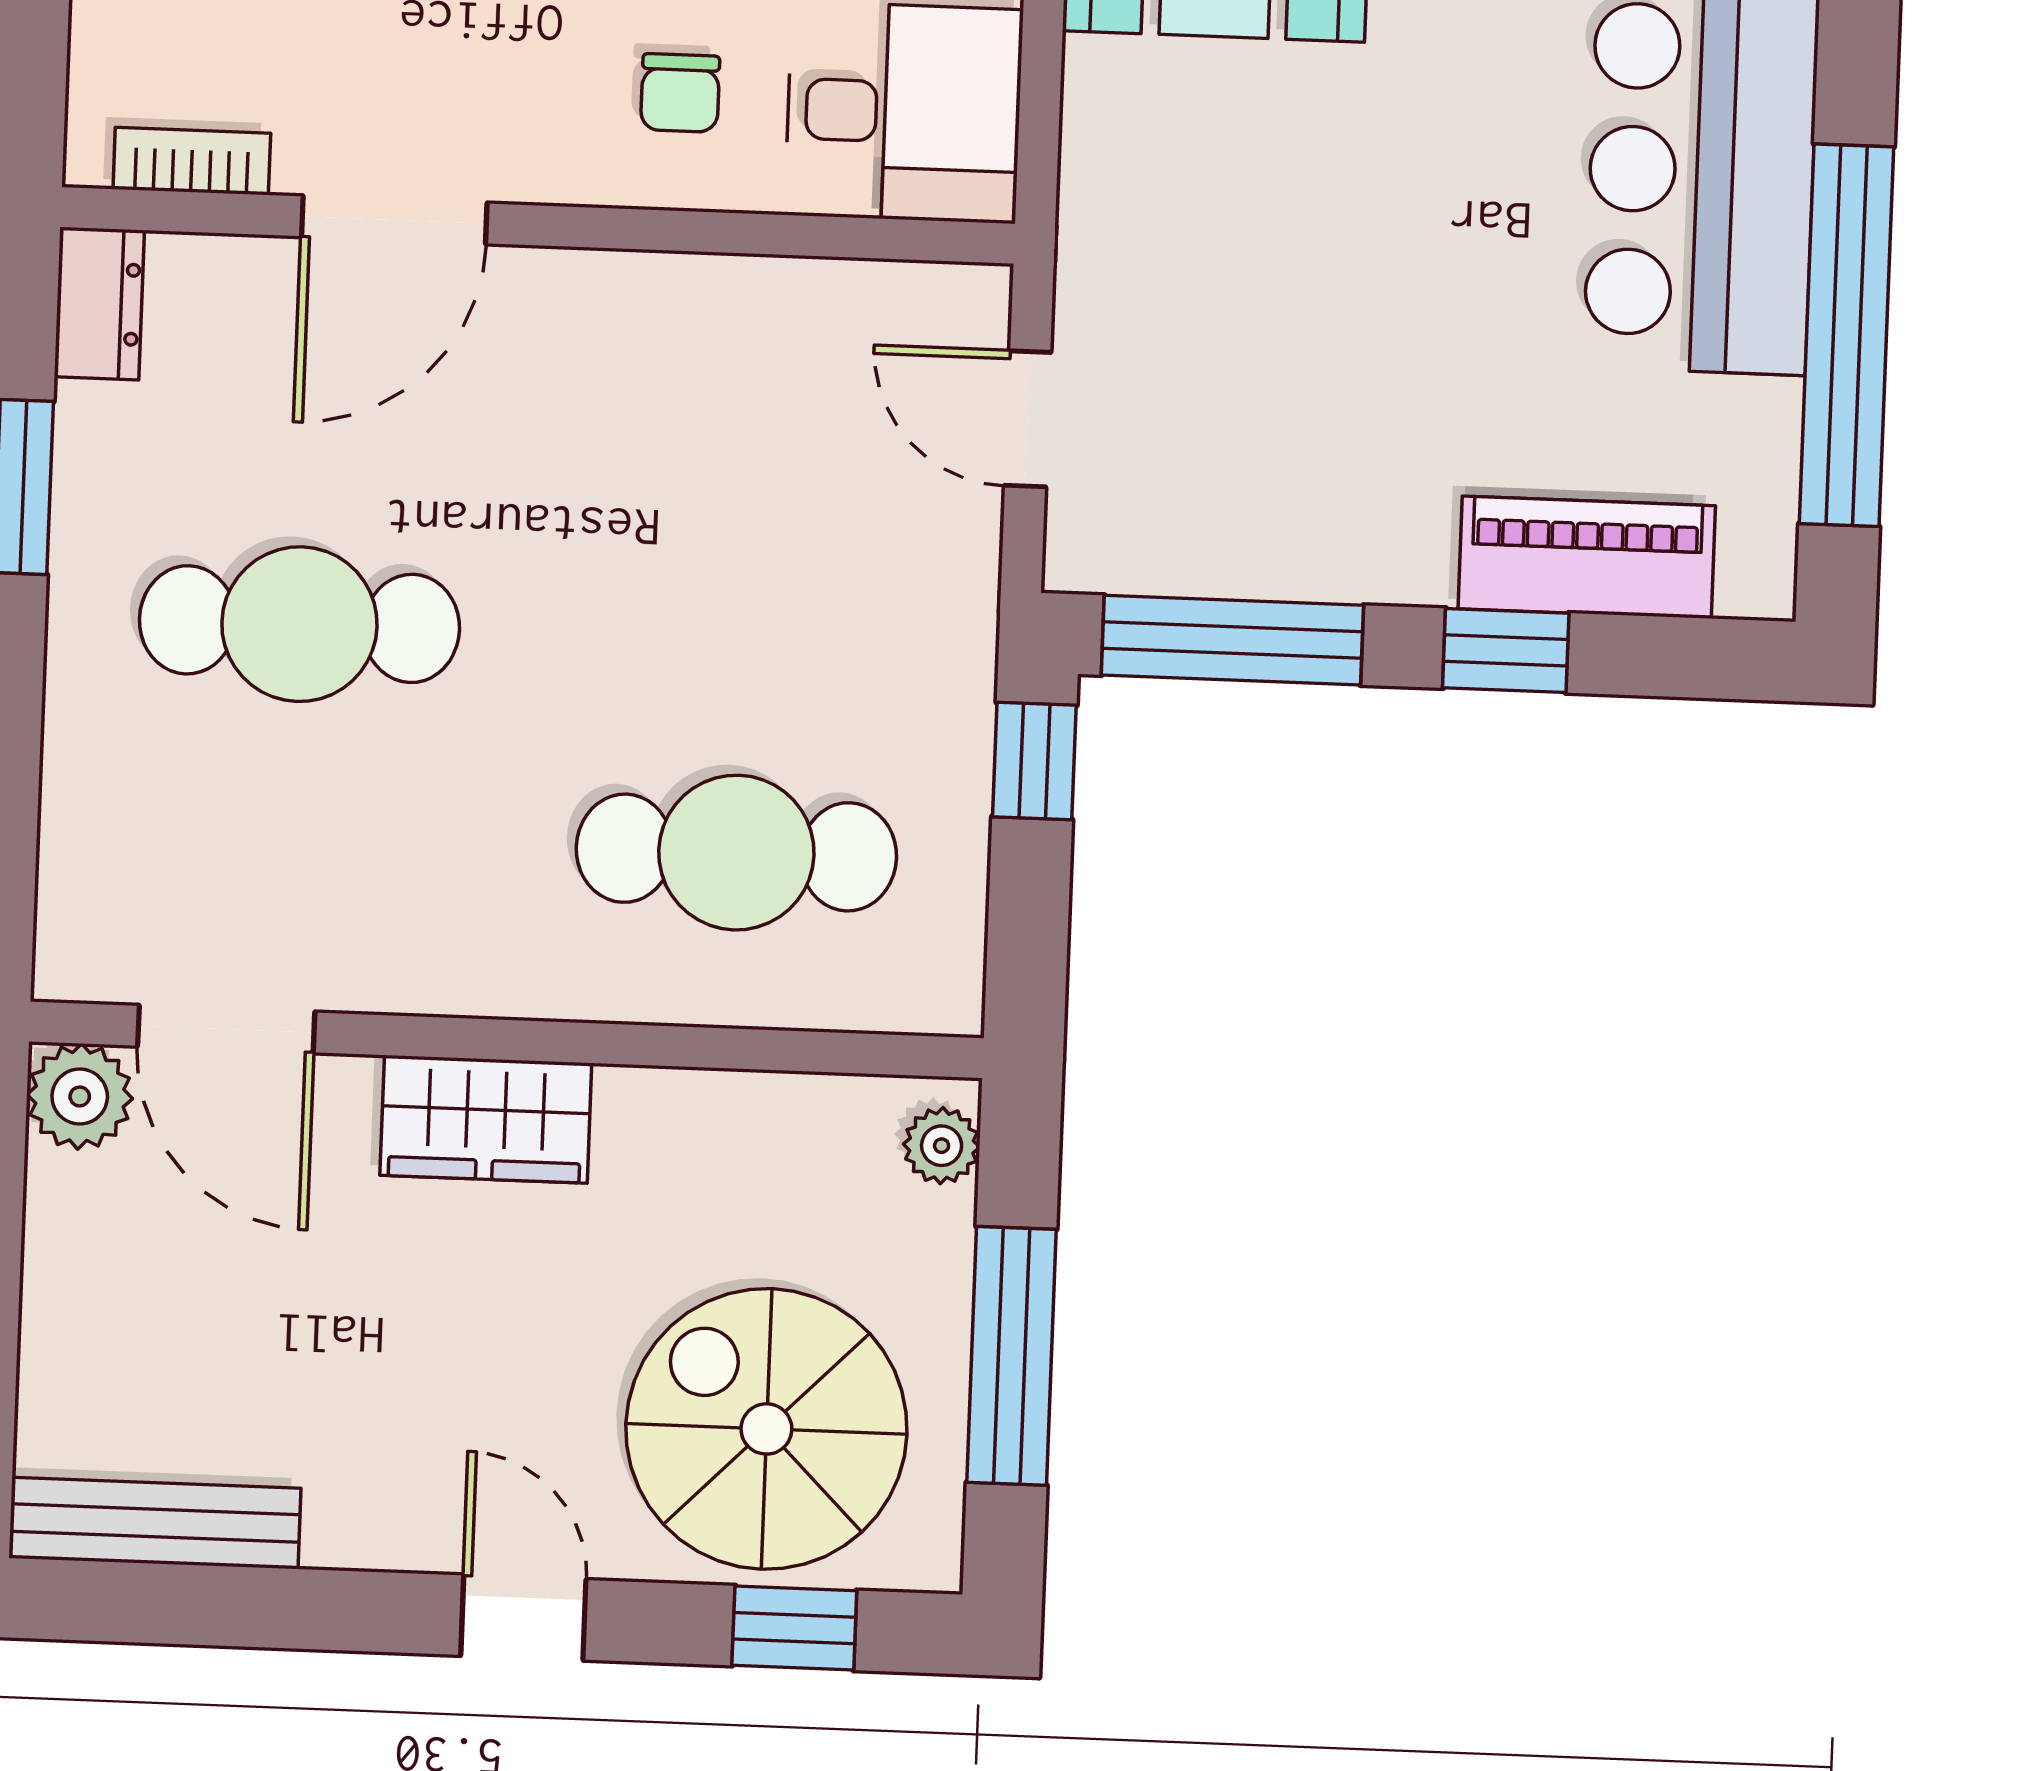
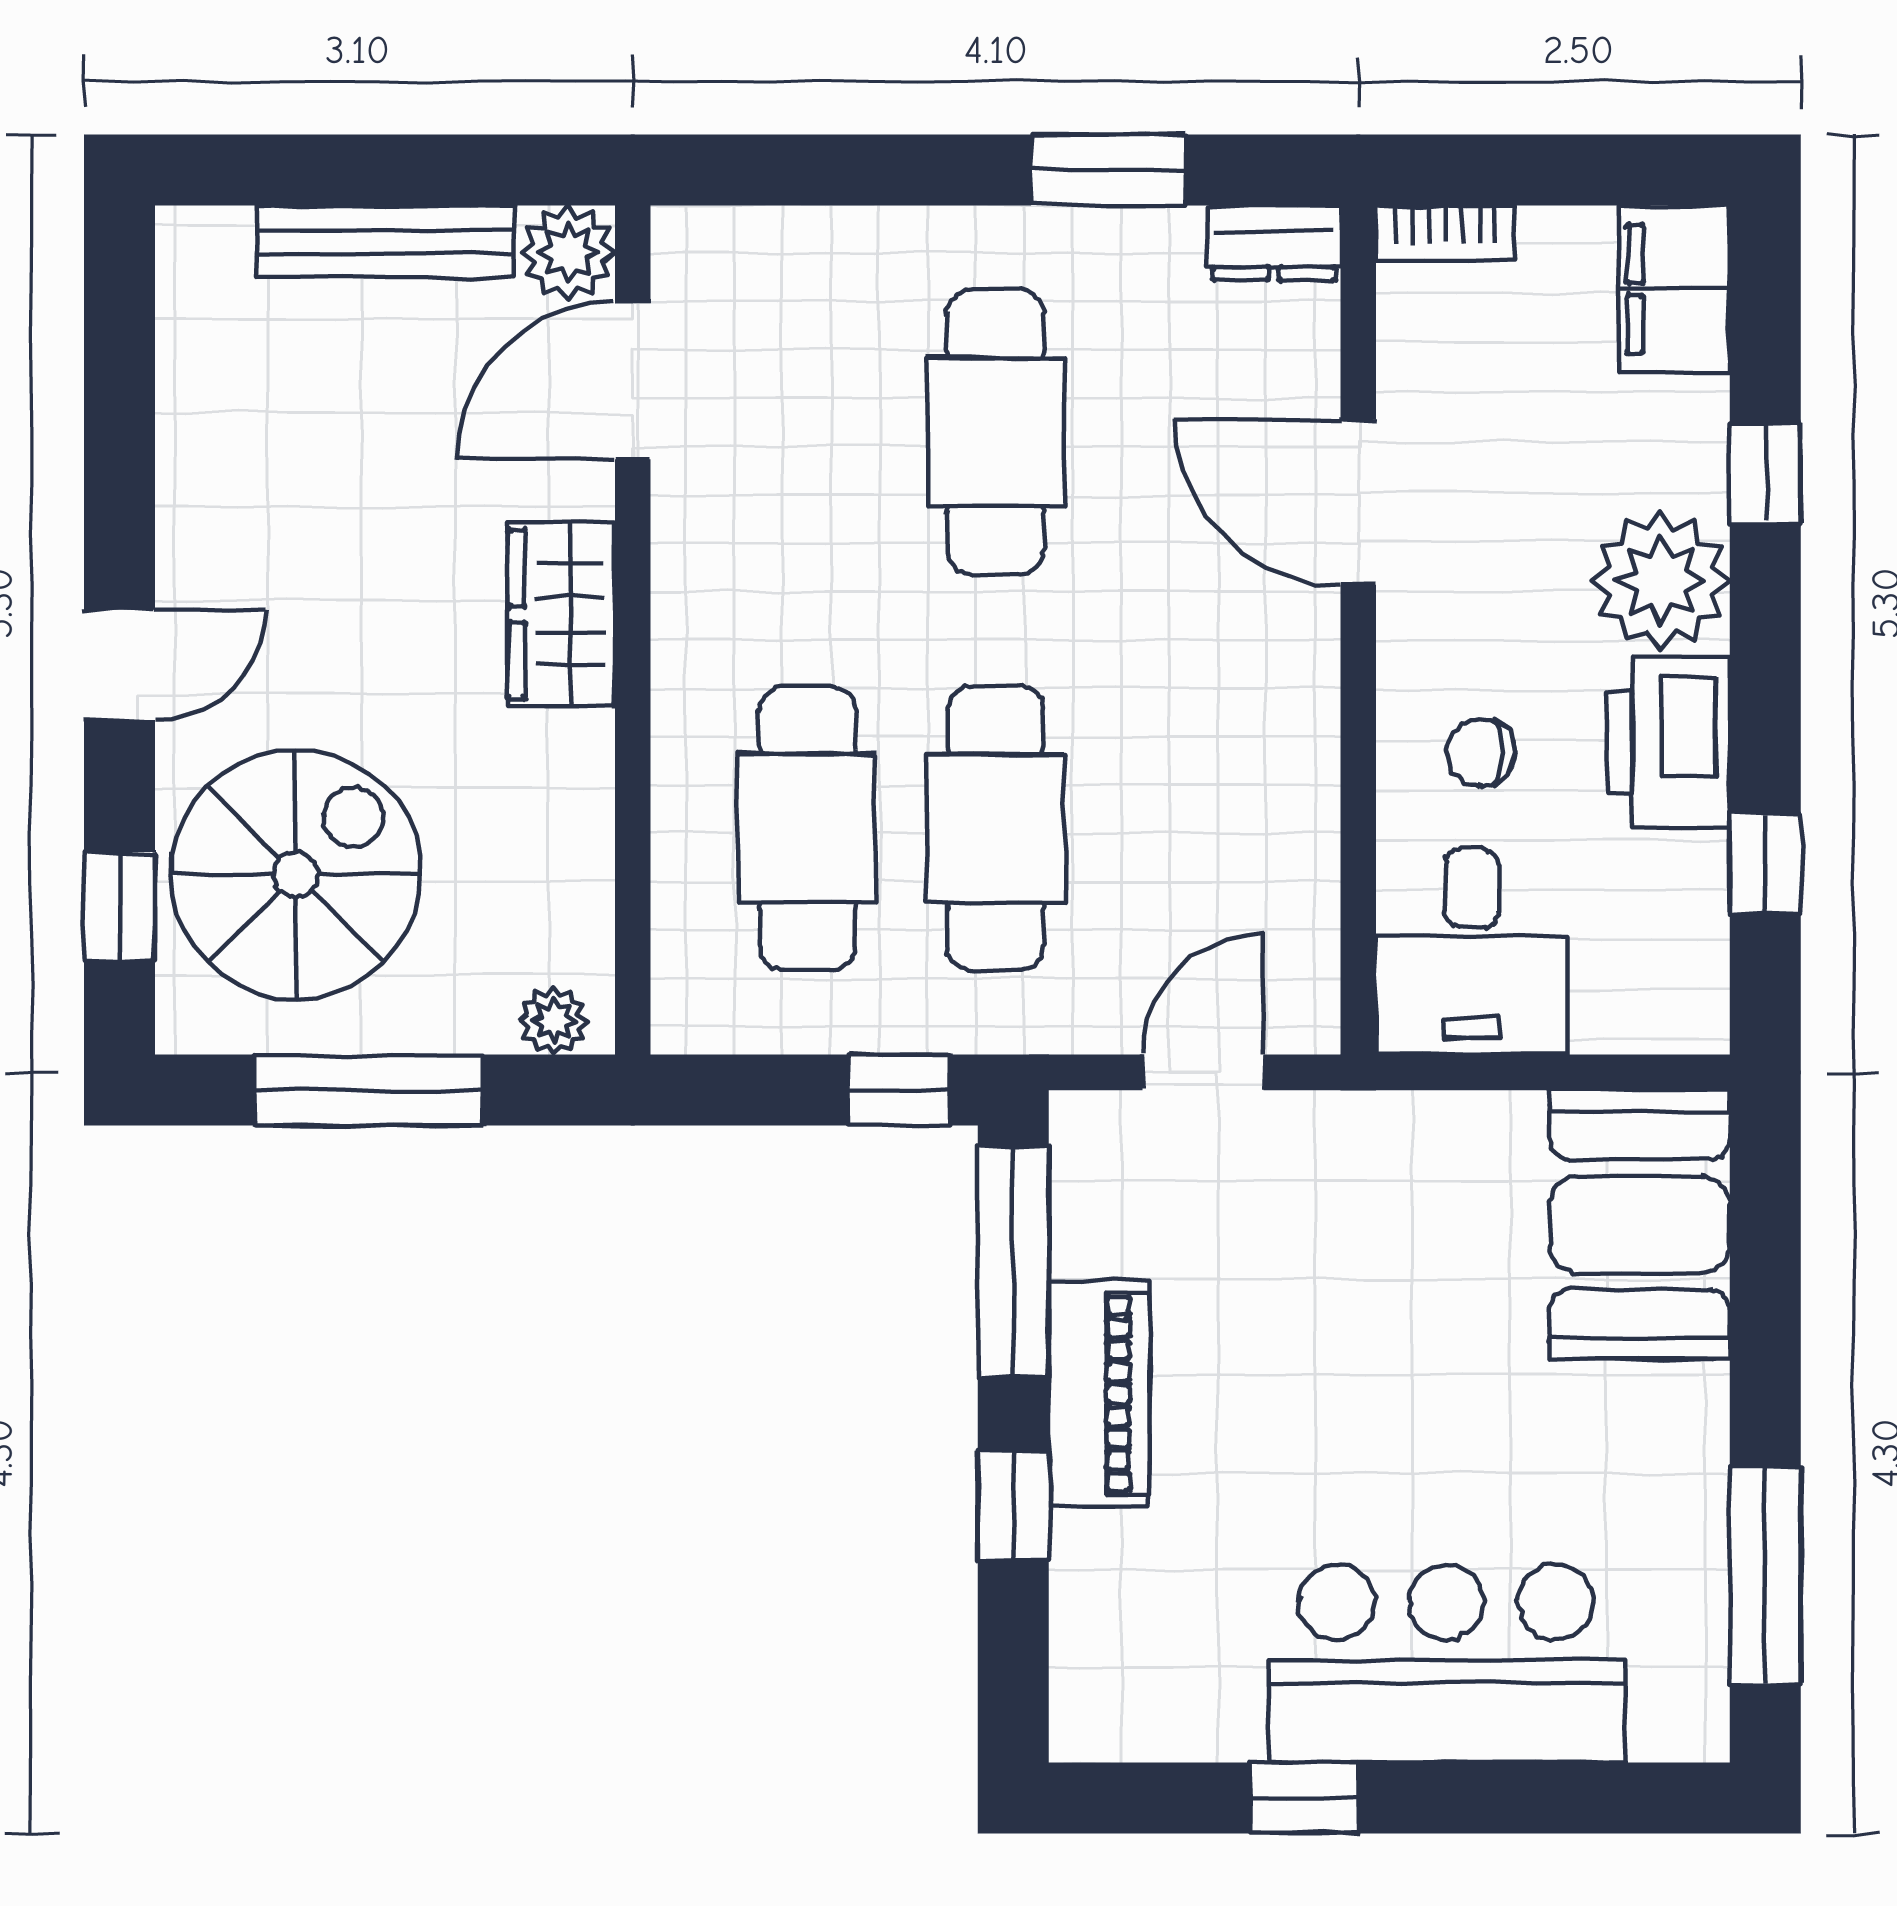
bookcase: (192, 161) -> (1445, 233), moved, turned 90
window: (1847, 335) -> (1305, 1798), width x0.32
piano: (1587, 557) -> (1099, 1394), moved
cafe table: (744, 641) -> (996, 828), added
bench: (155, 1523) -> (385, 241), moved, turned 90

